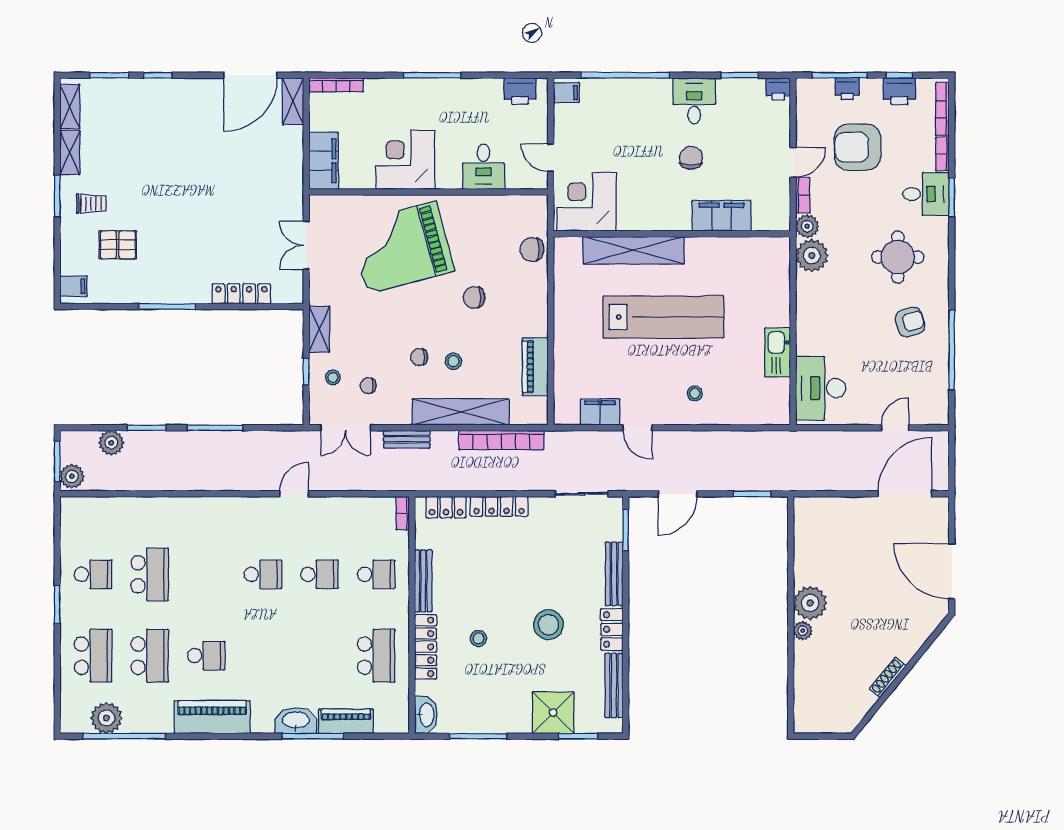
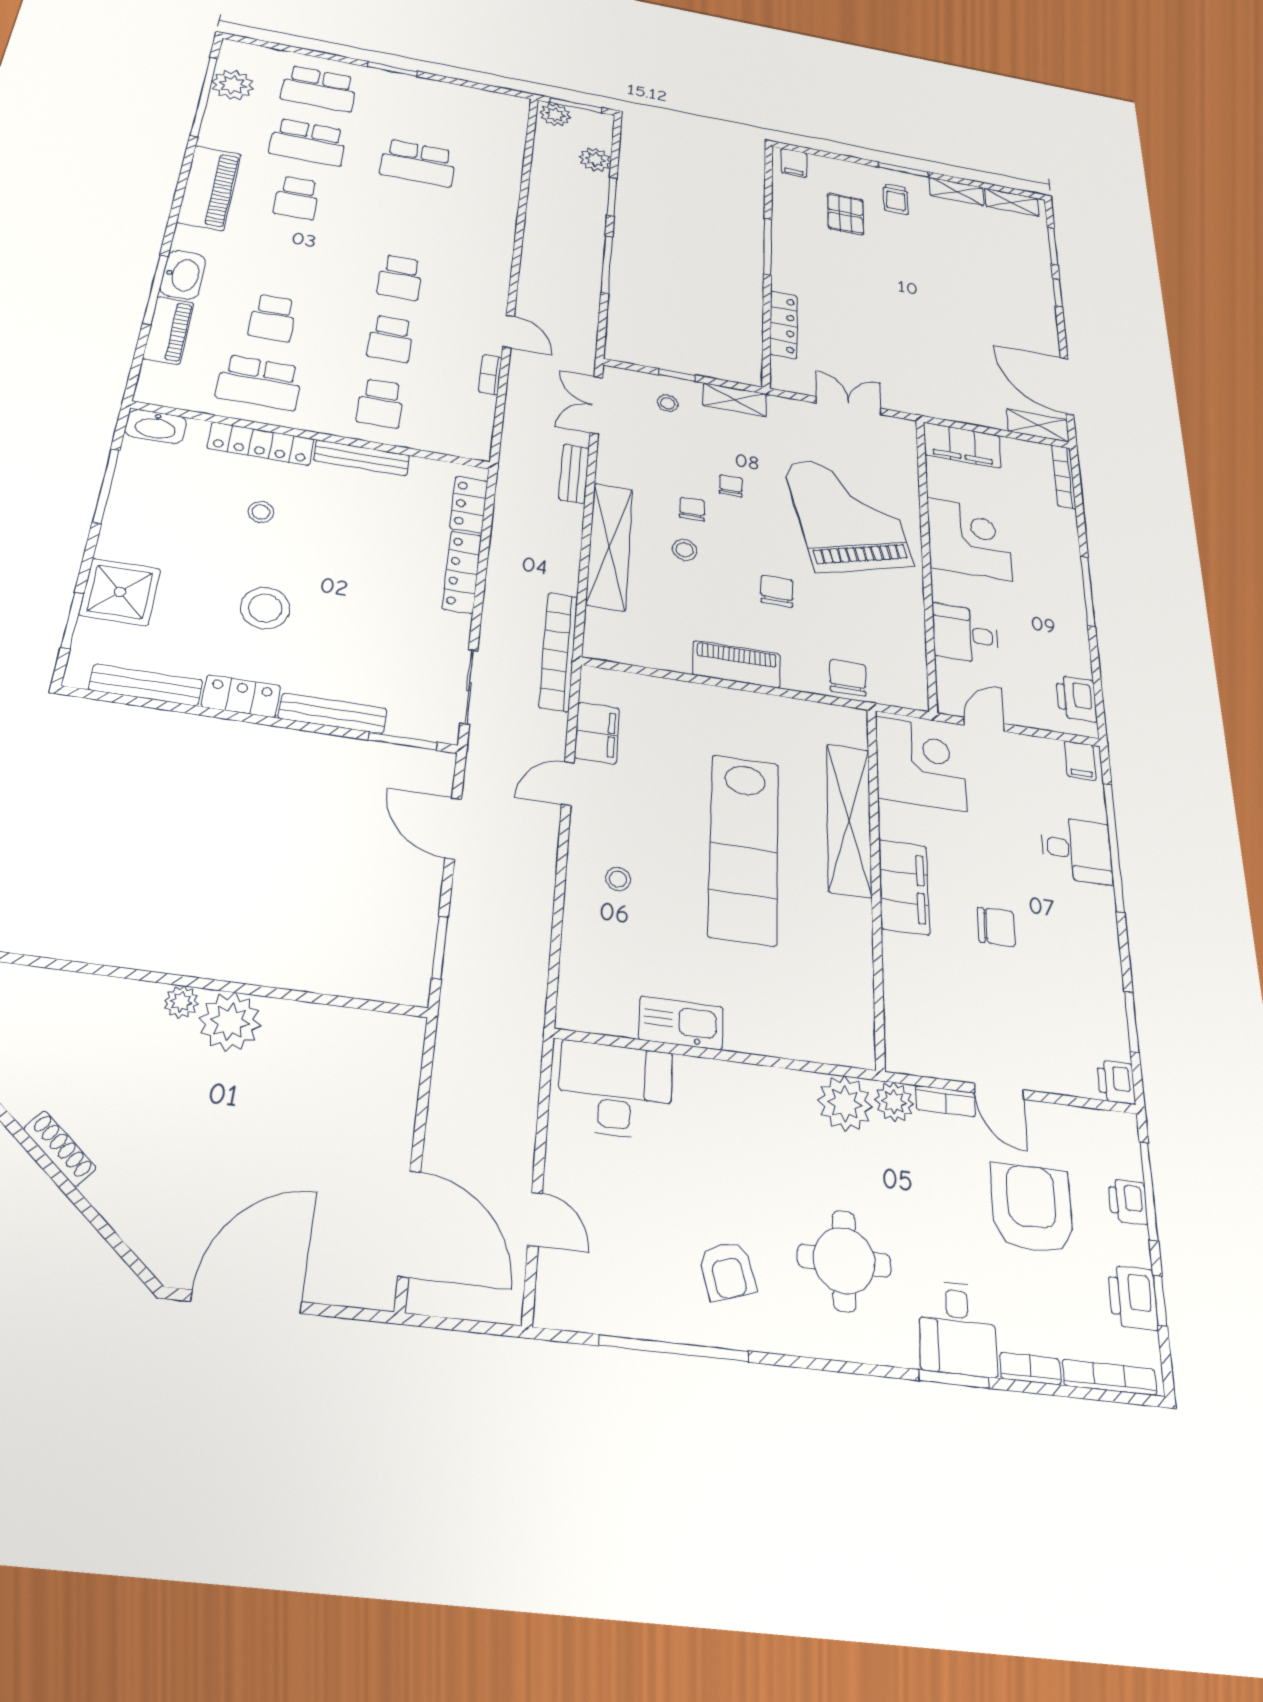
desk: (694, 101) -> (1077, 850), moved
filing cabinet: (721, 216) -> (904, 887), moved
piano: (535, 367) -> (736, 664), moved
chair: (368, 386) -> (731, 486), moved
bookcase: (501, 440) -> (558, 651), moved
bookcase: (403, 513) -> (490, 375), moved, turned -90
school desk: (93, 574) -> (272, 318), moved

